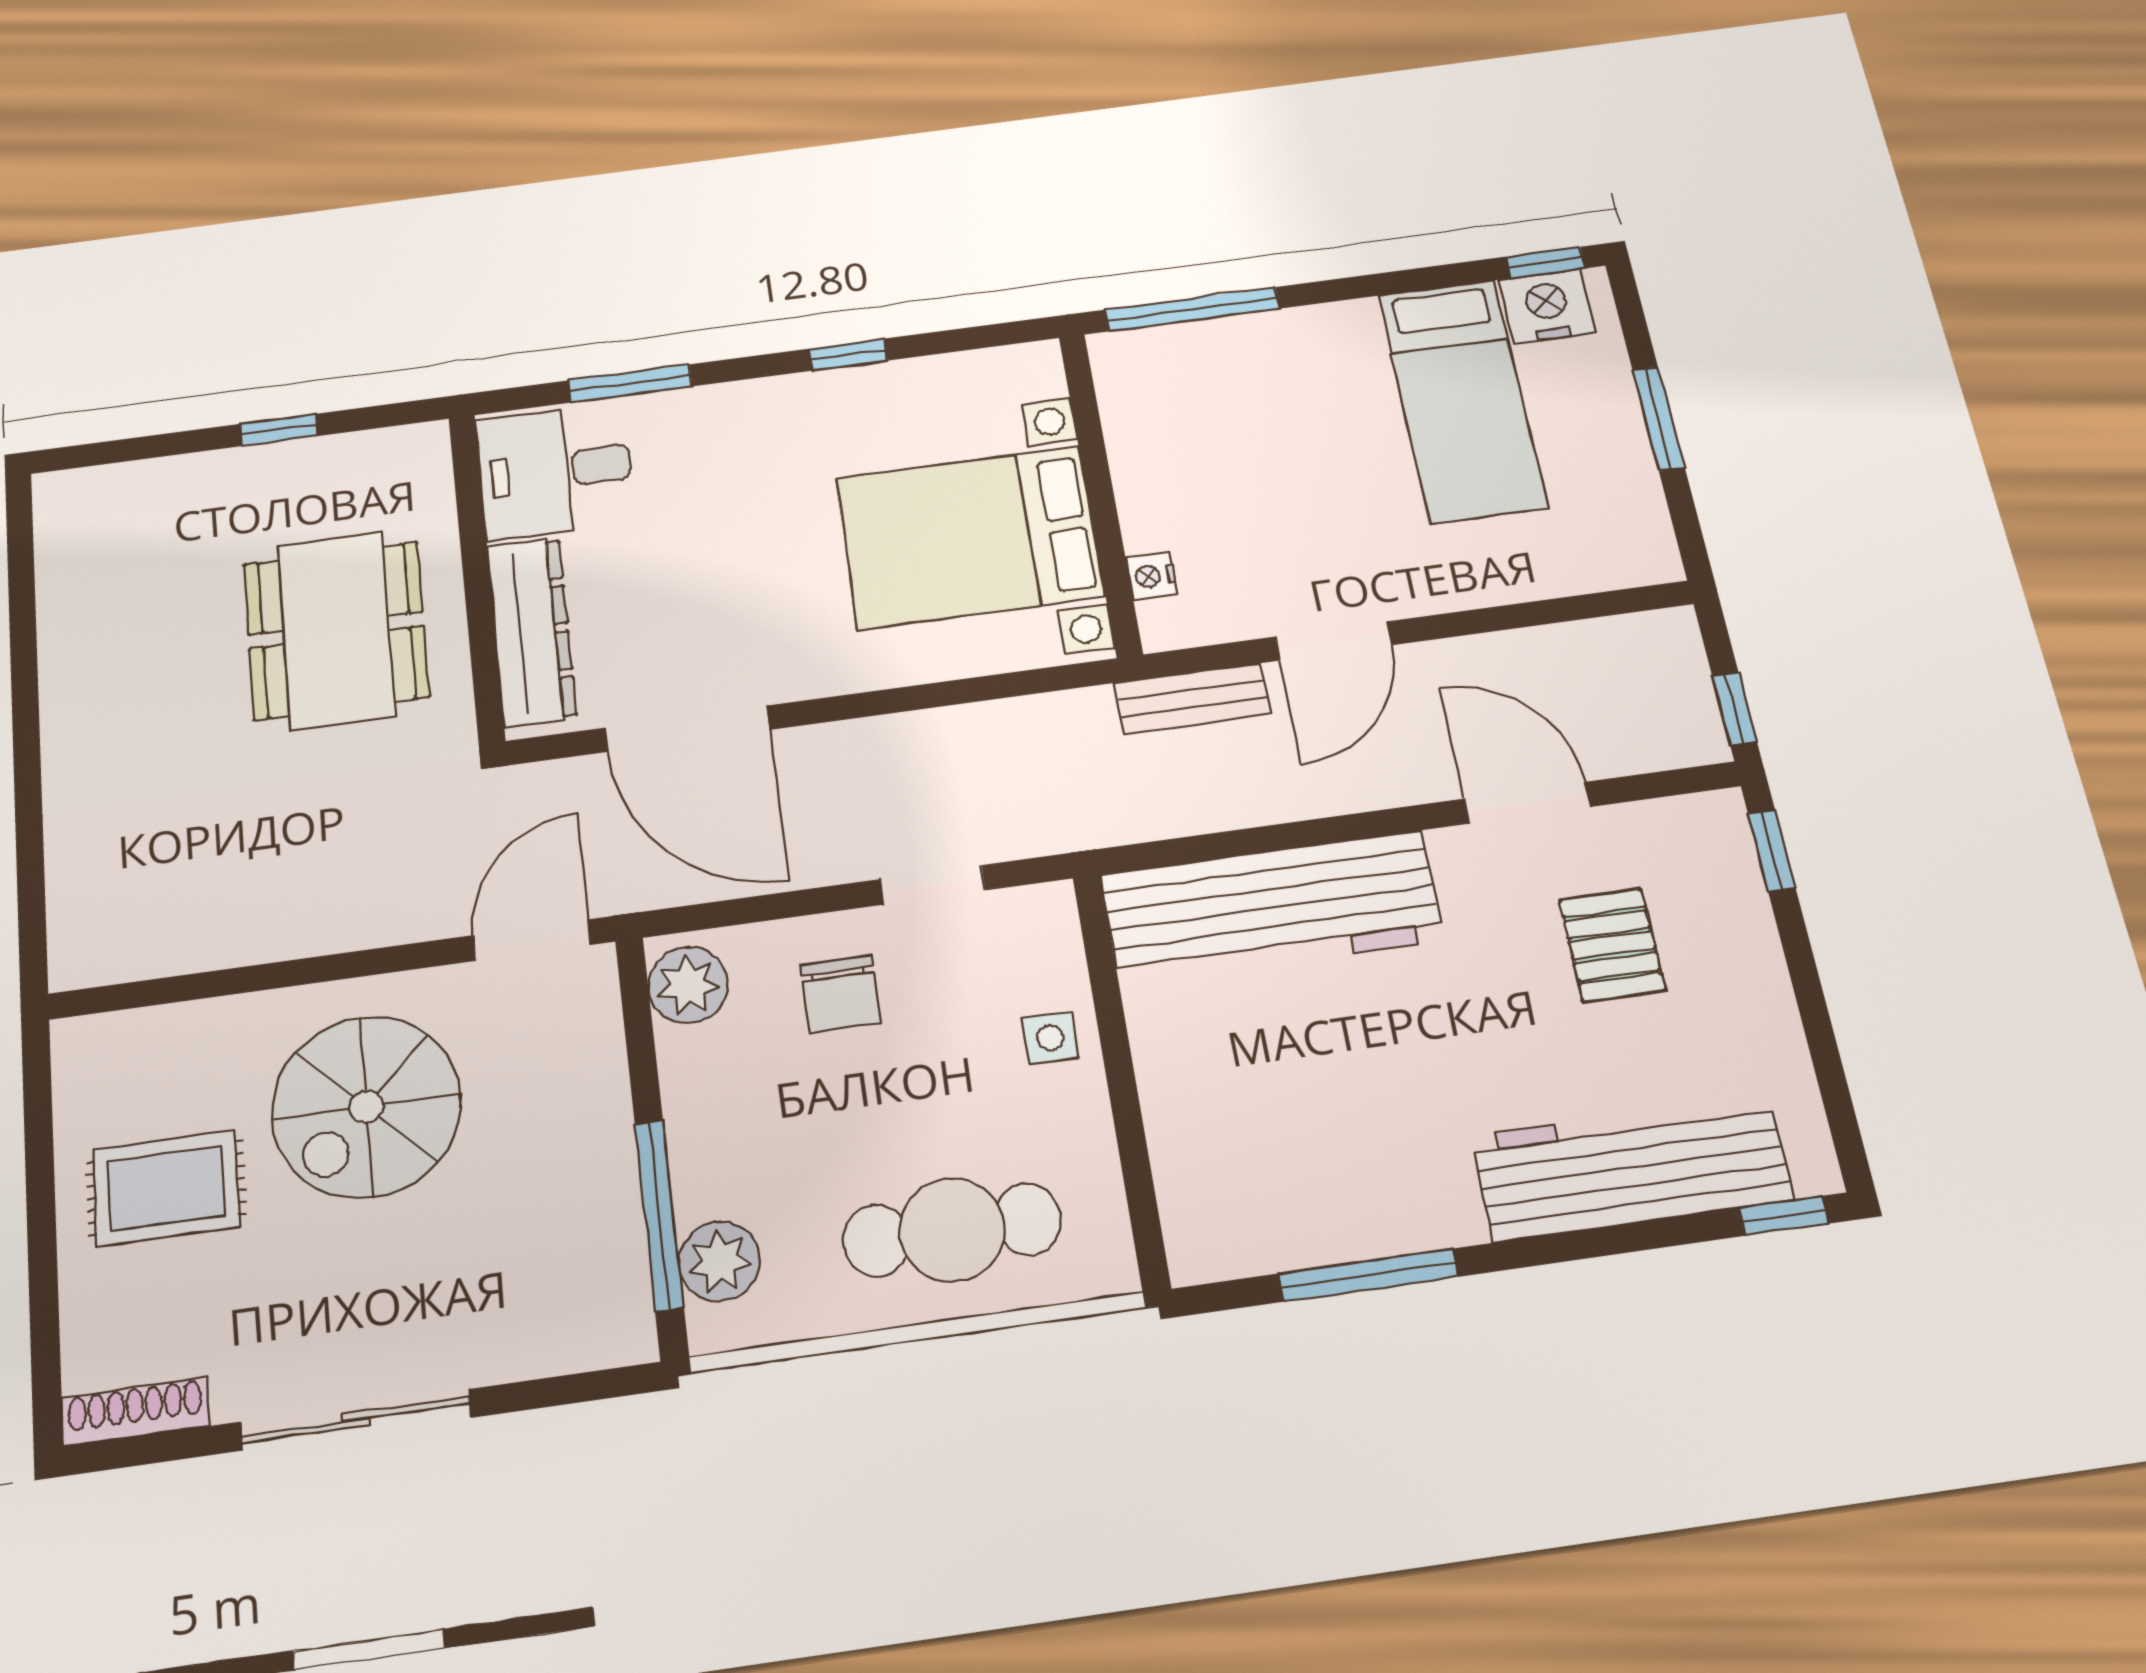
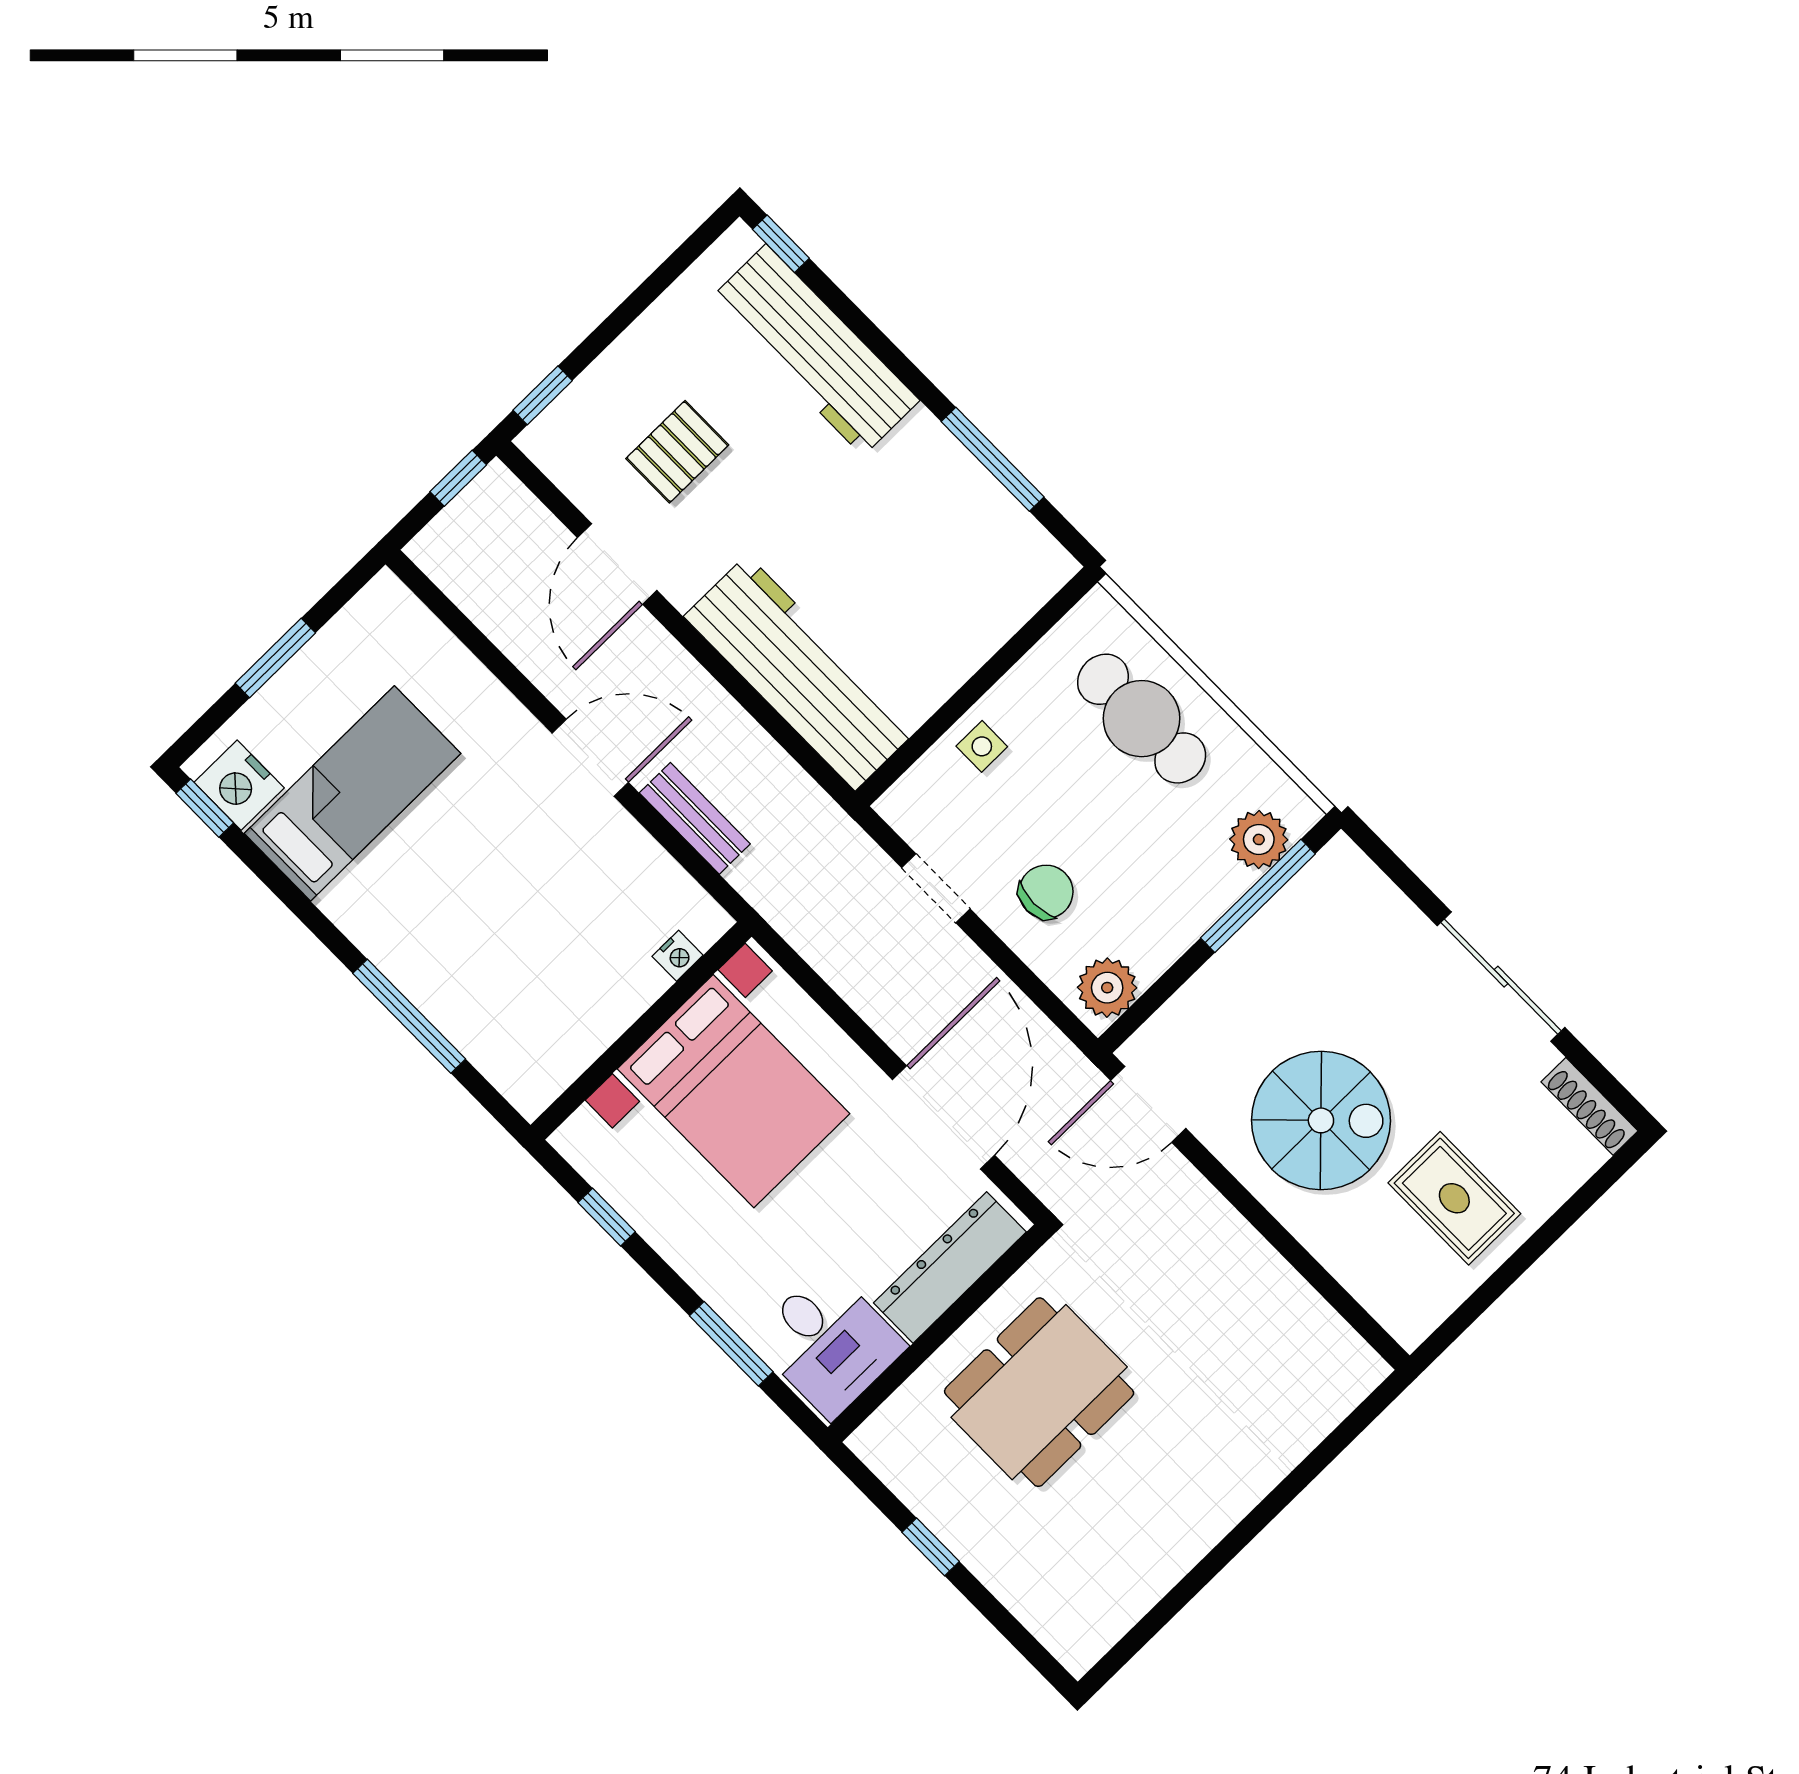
wall: (1100, 493) -> (641, 1031), moved
bed with nightstands: (970, 537) -> (733, 1091), moved
nightstand: (1151, 576) -> (678, 956), moved

